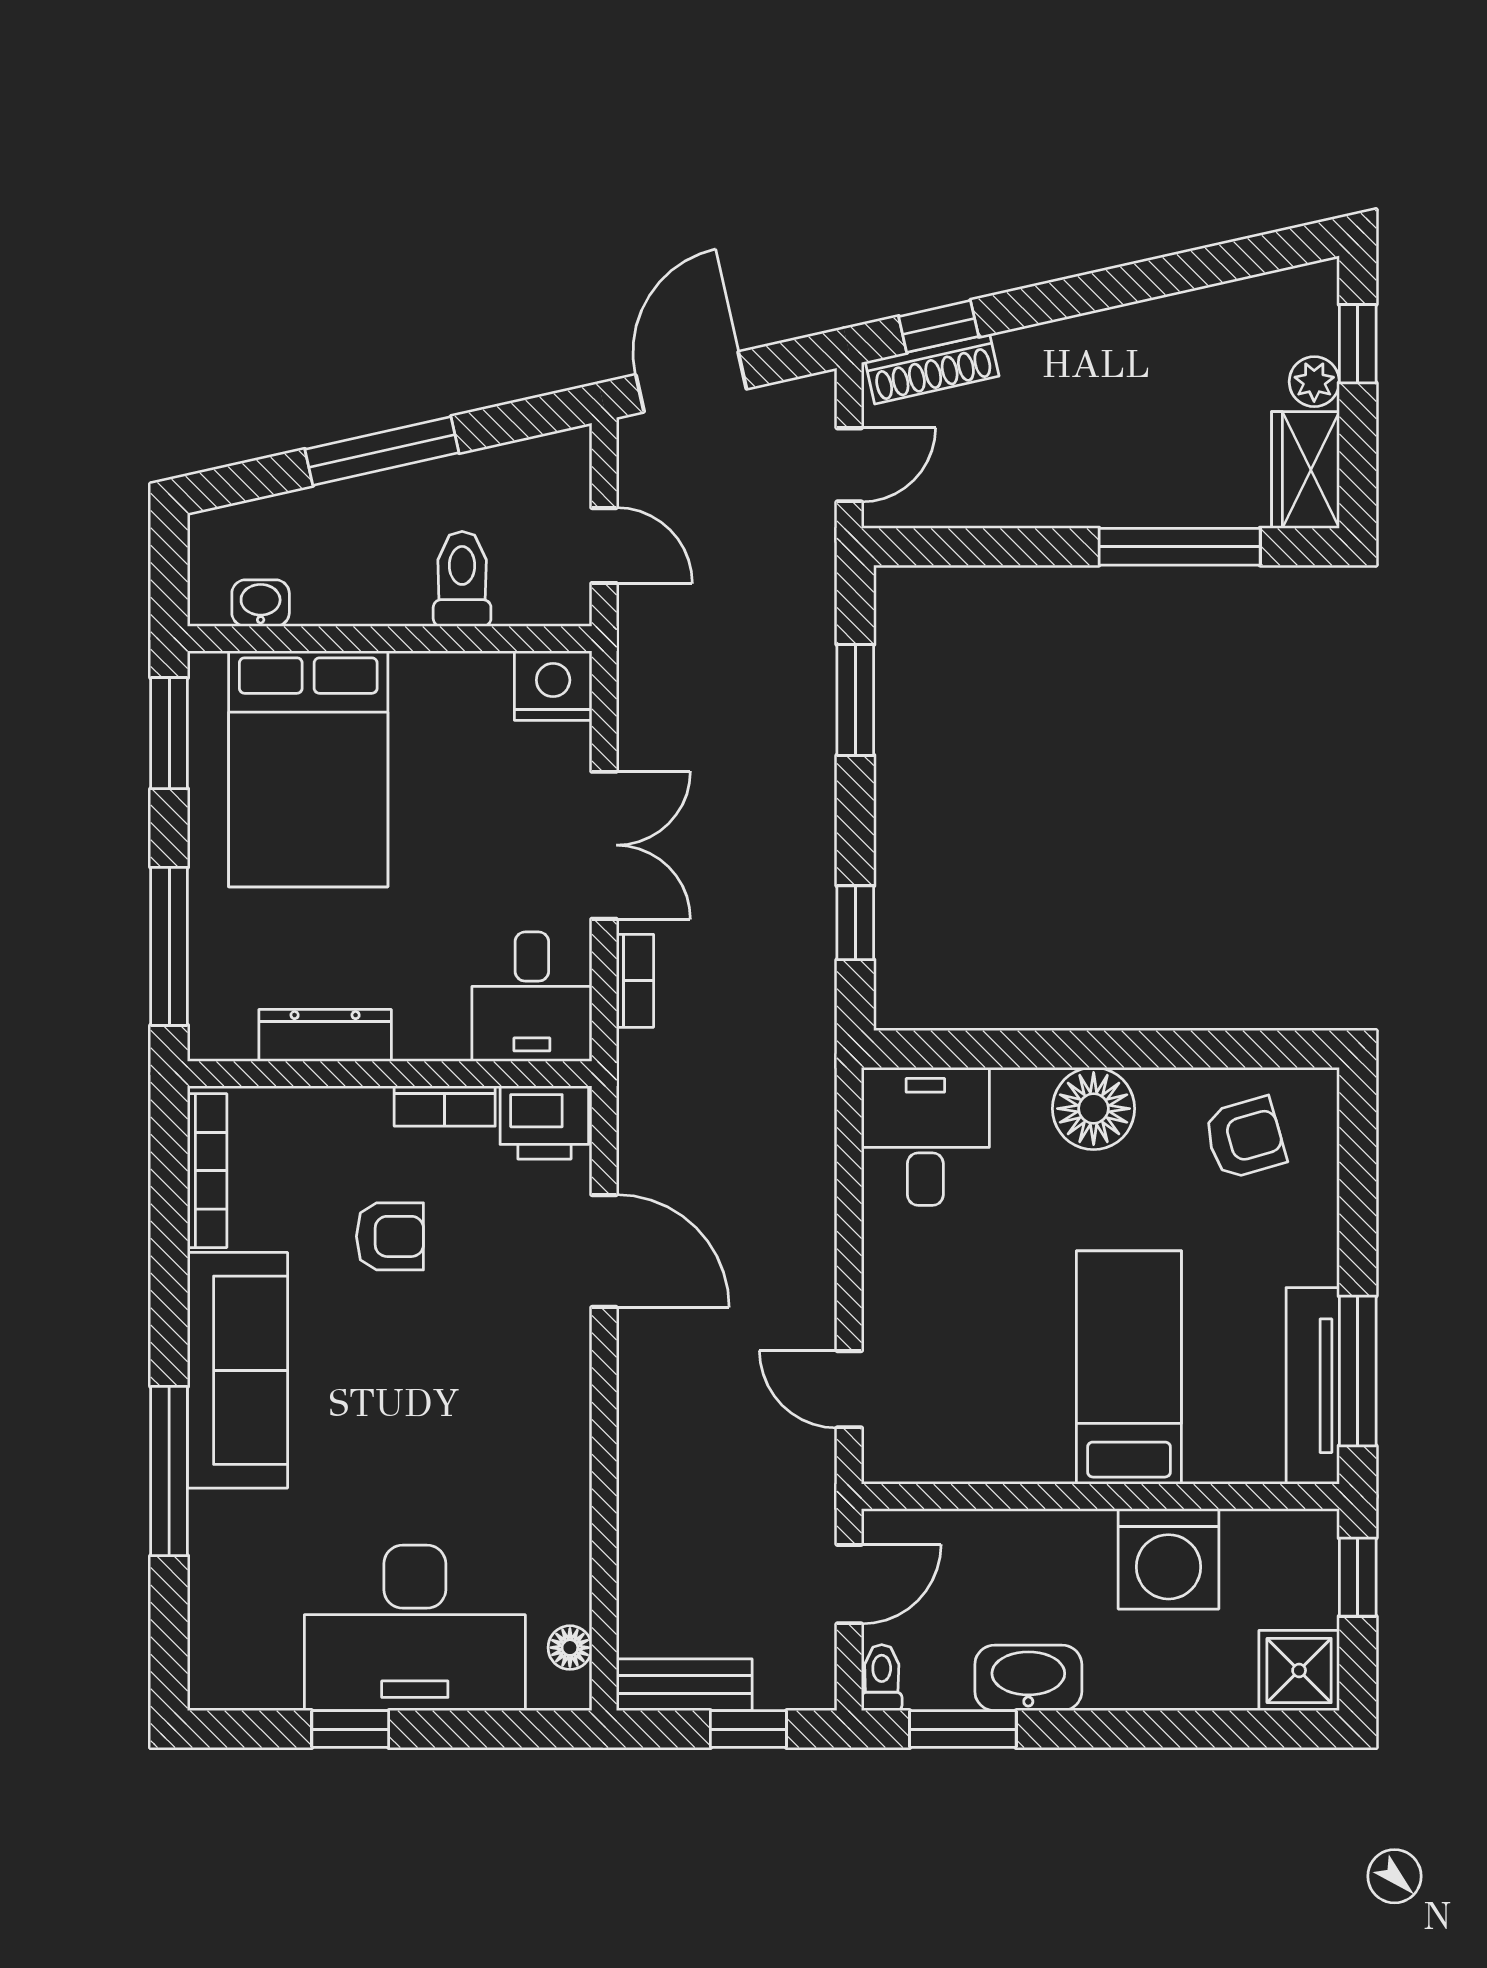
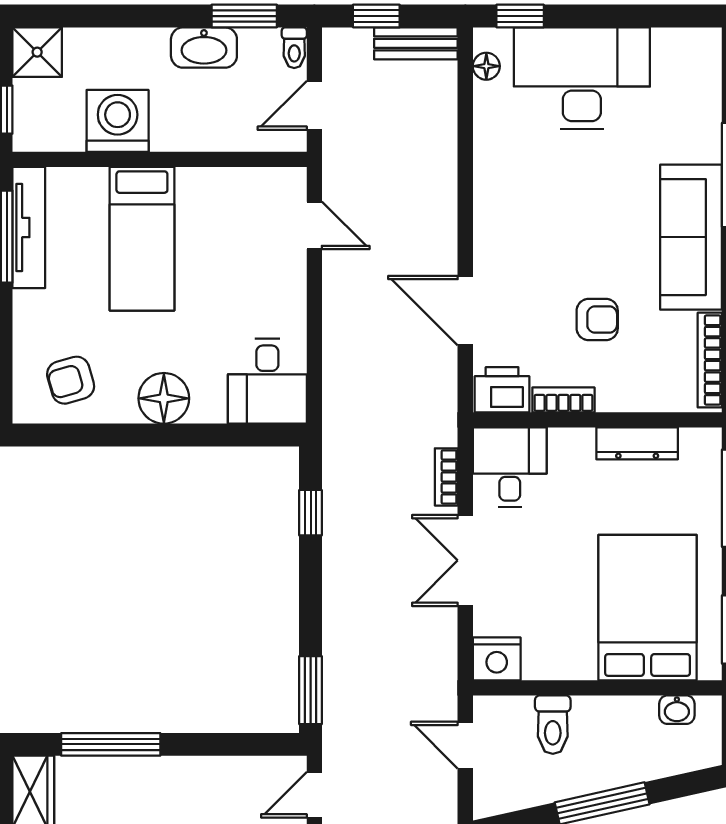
window: (855, 700) -> (311, 690), moved
armchair: (390, 1236) -> (597, 320), turned 180
window: (350, 1729) -> (520, 16), moved

